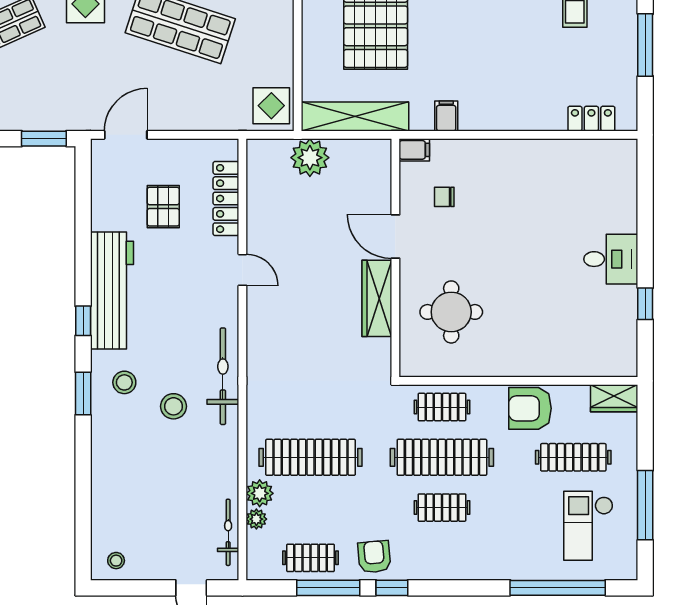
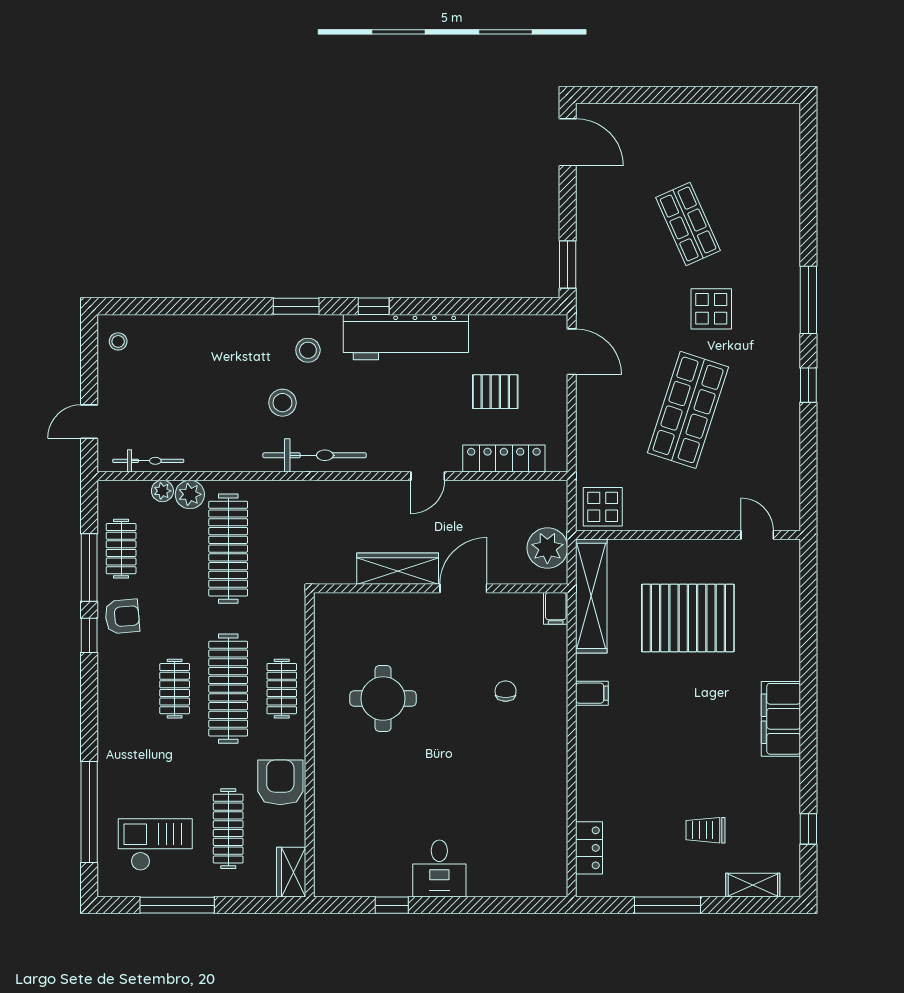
filing cabinet: (414, 150) -> (556, 608), moved
door: (395, 237) -> (463, 588), moved
wall: (395, 258) -> (441, 588), moved
wardrobe: (377, 298) -> (398, 569), moved

